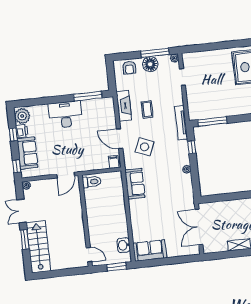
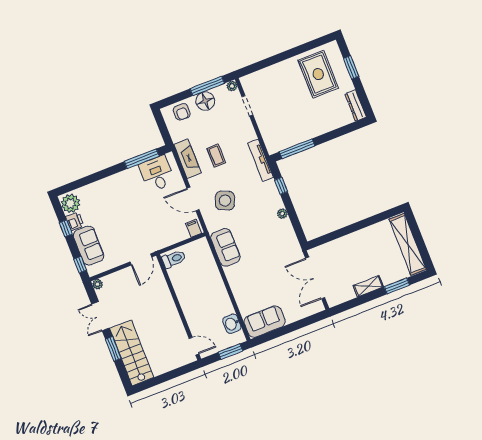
desk: (65, 115) -> (157, 174), moved, width x0.73

